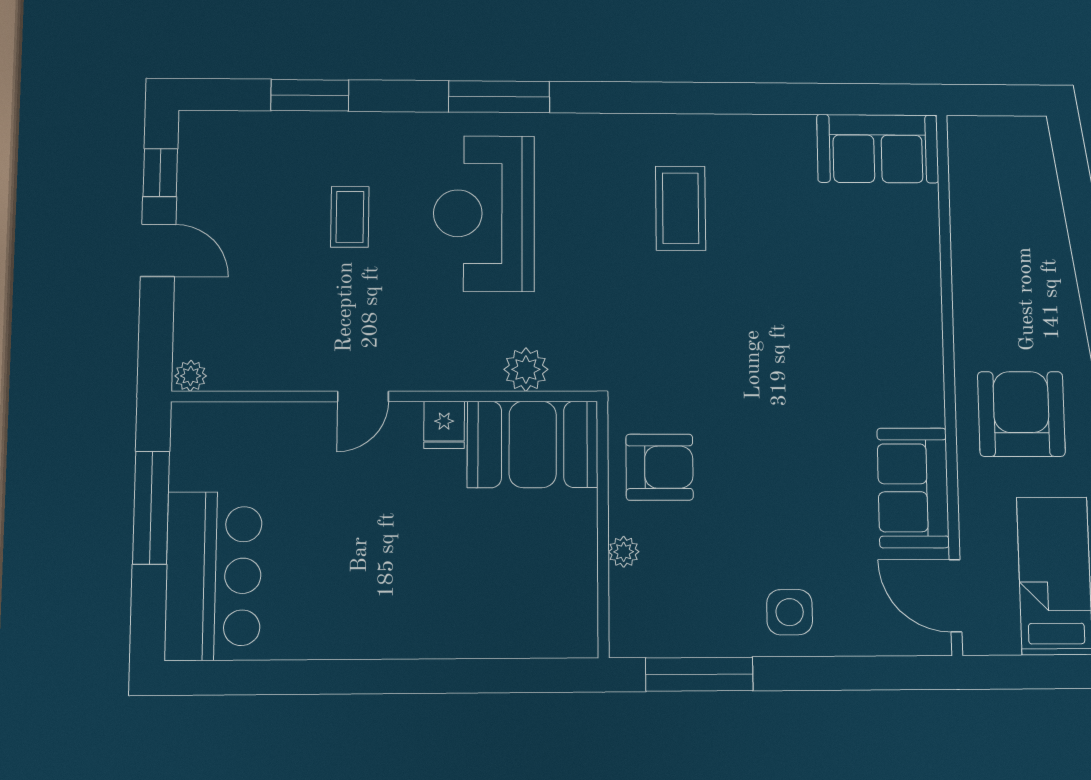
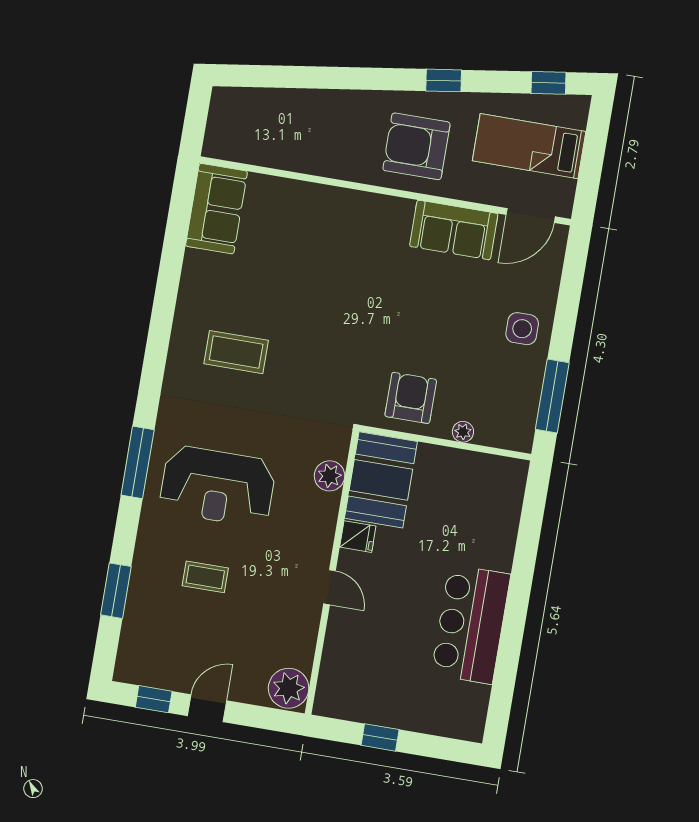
plant: (191, 376) -> (289, 688), width x1.87, depth x1.87
window: (151, 508) -> (380, 737), width x0.46
bar counter: (213, 576) -> (471, 624), moved, turned -90

